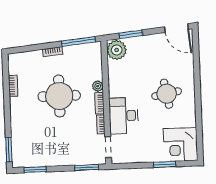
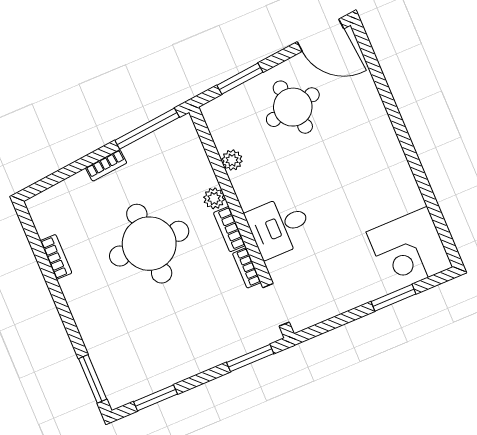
plant: (117, 50) -> (232, 160), moved, width x0.53, depth x0.53
round table: (167, 94) -> (293, 107), moved
desk: (124, 116) -> (279, 227), width x0.73

